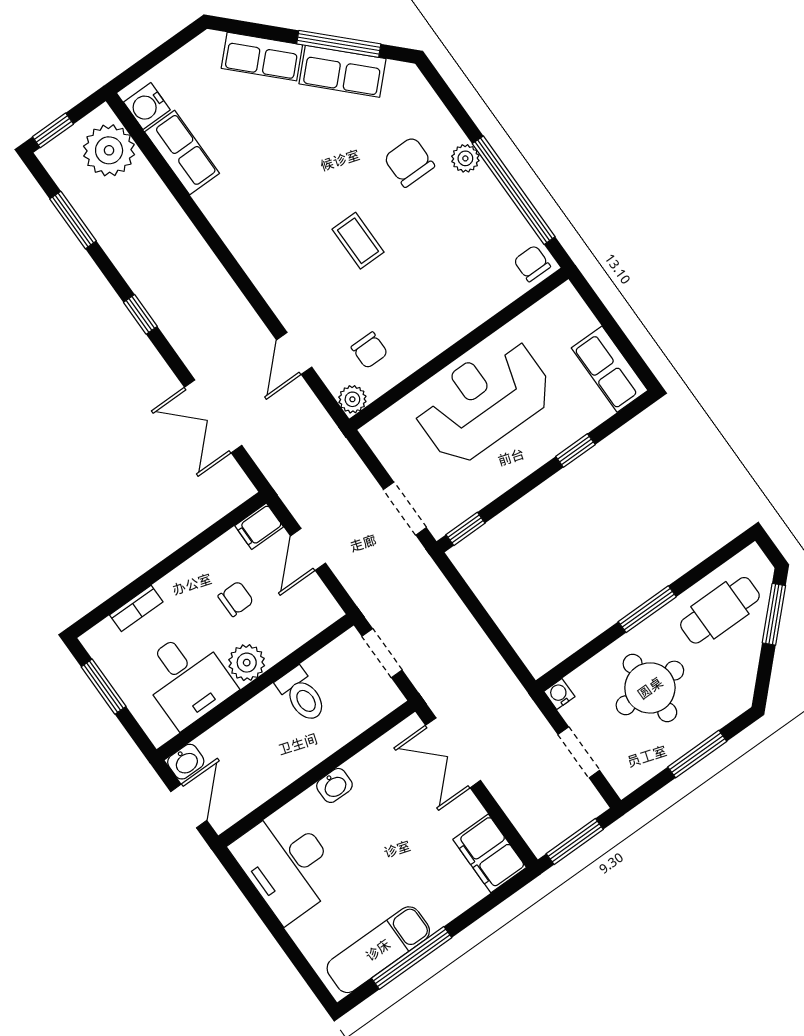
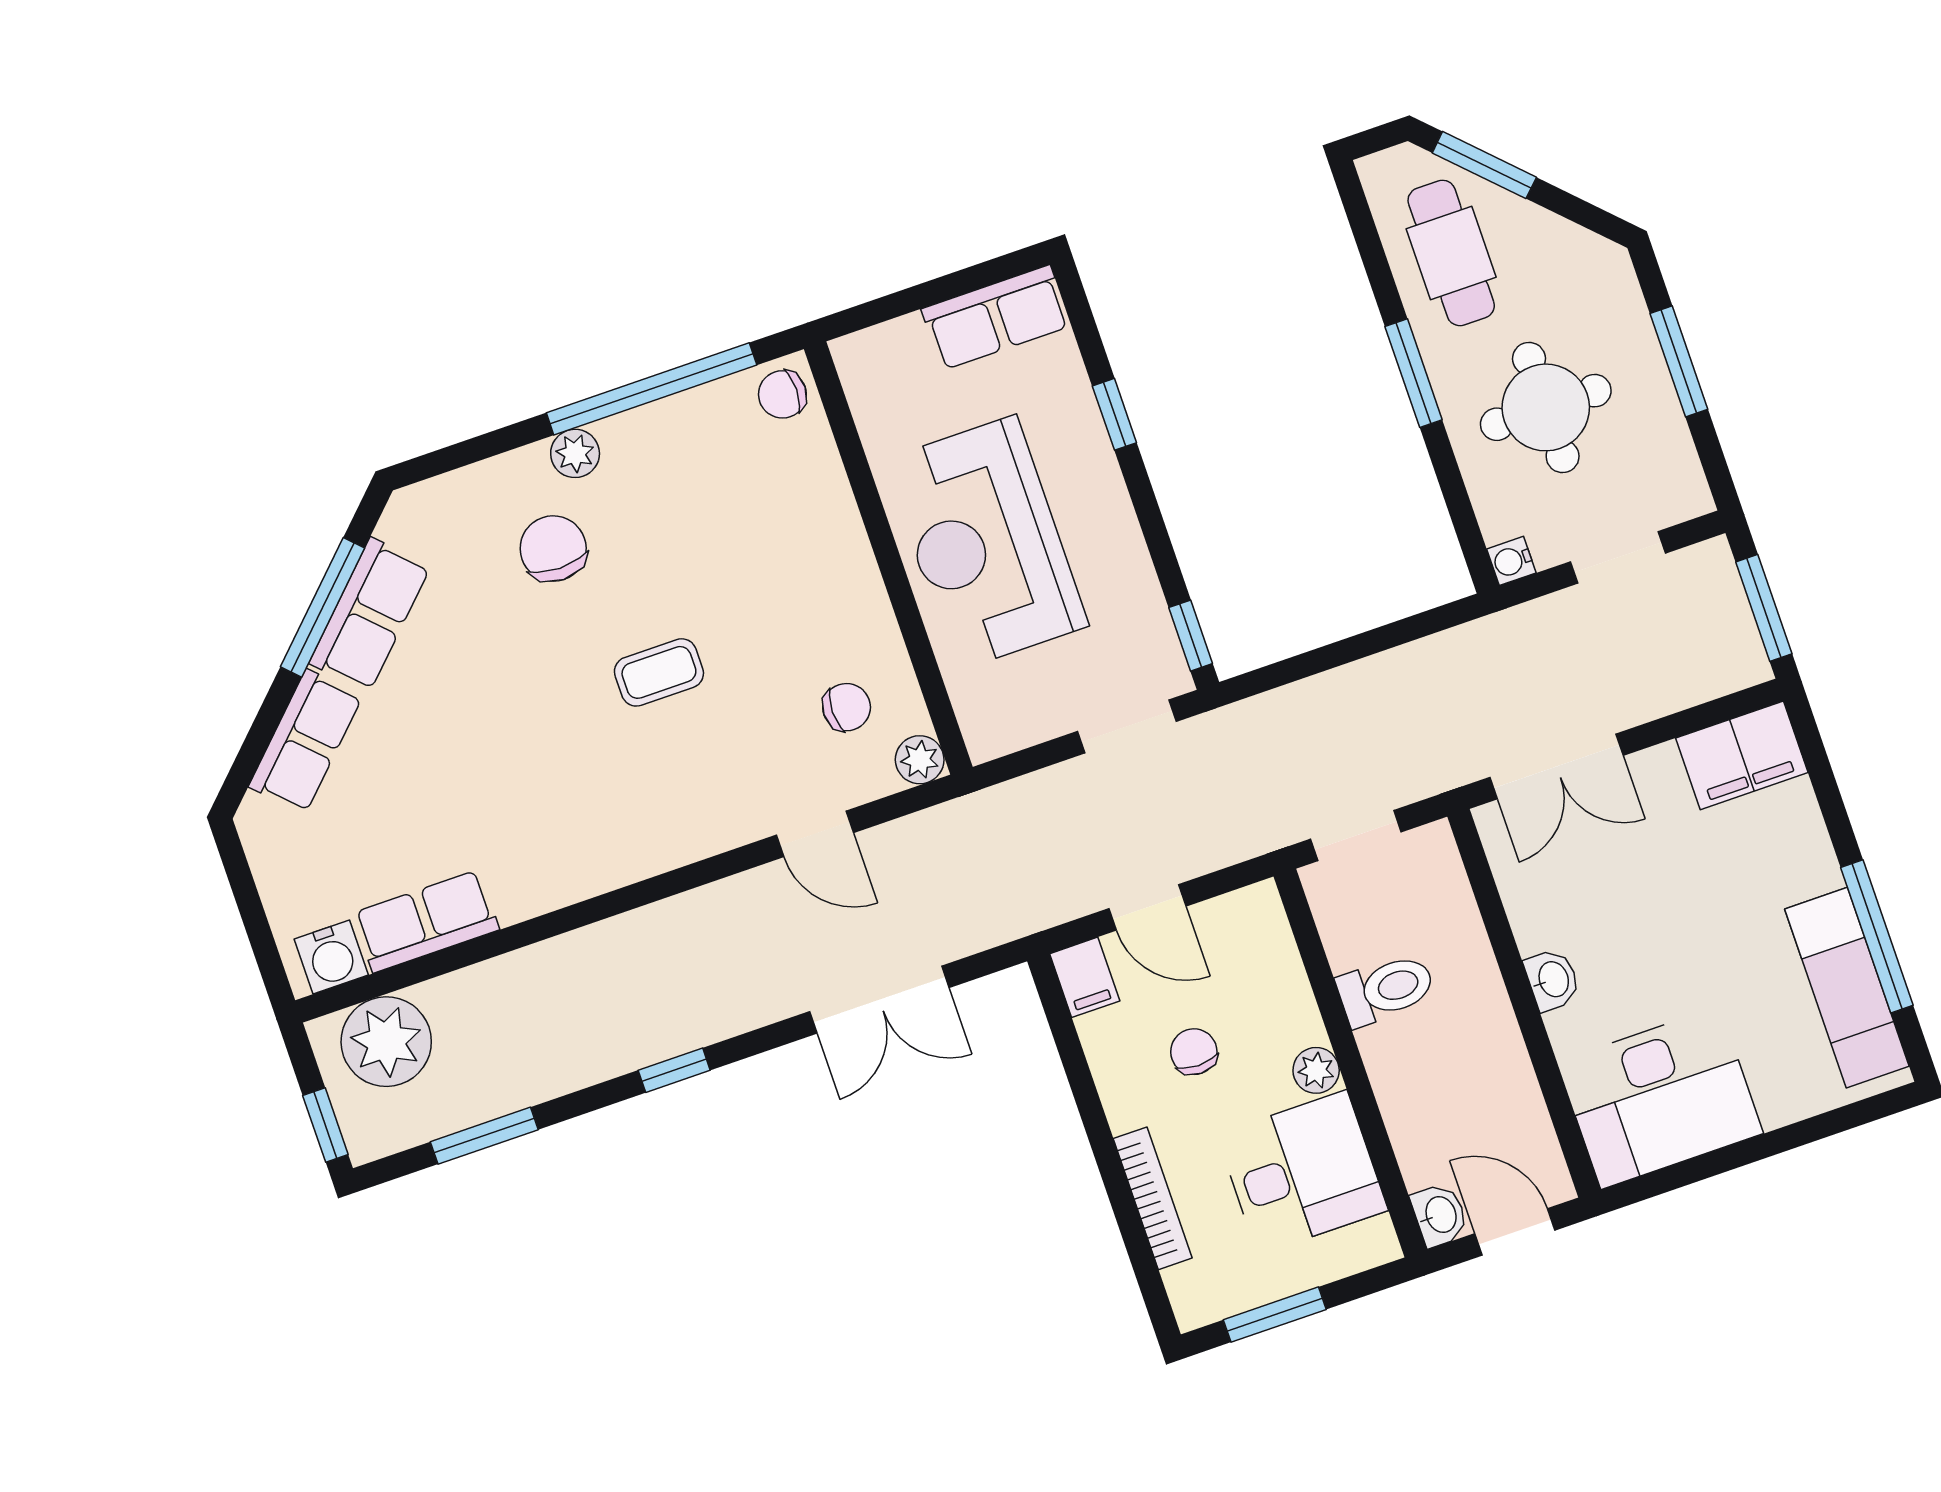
chair: (409, 162) -> (553, 549), turned 90
bookcase: (136, 608) -> (1153, 1198), width x1.56
plant: (247, 663) -> (1316, 1070), width x0.73, depth x0.73

